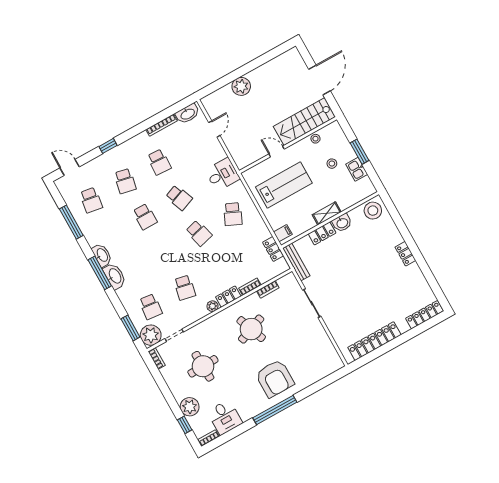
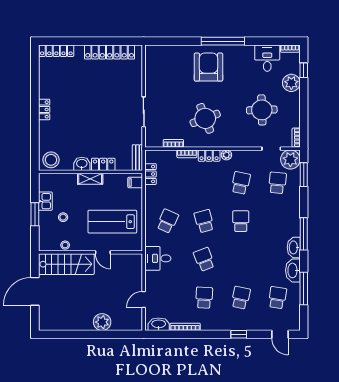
school desk: (145, 217) -> (241, 221), moved
bench: (296, 262) -> (137, 158), width x0.73
washbasin: (115, 276) -> (293, 270), moved

